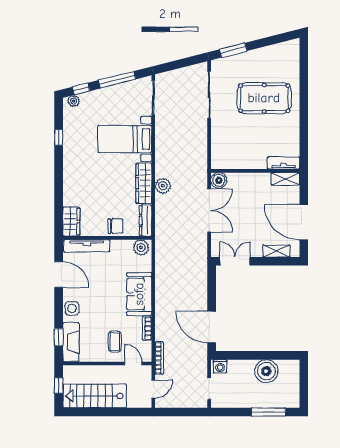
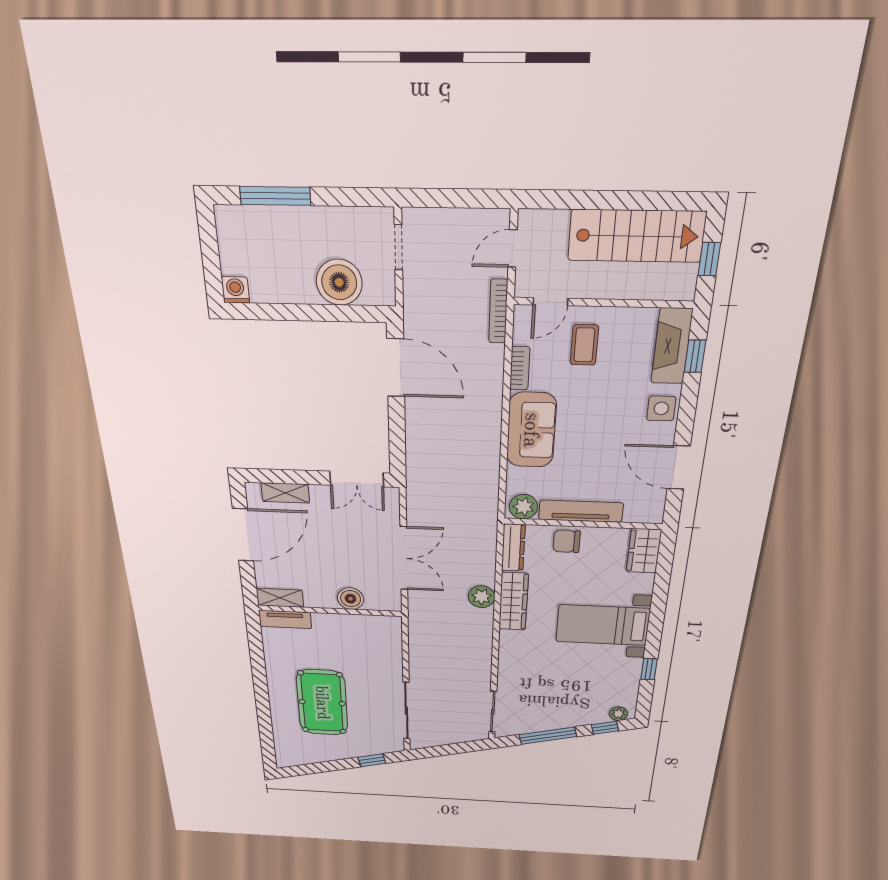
window: (233, 50) -> (372, 760), width x0.67
pool table: (264, 98) -> (322, 703), turned 90
bed with nightstands: (125, 139) -> (603, 625), moved, turned 180
boiler: (219, 180) -> (351, 599), moved
double door: (209, 210) -> (404, 558), swing flipped
door: (304, 222) -> (243, 535), hinge flipped
tv unit: (87, 246) -> (581, 511), moved
door: (133, 363) -> (550, 302), hinge flipped
washing machine: (220, 366) -> (235, 290), moved
boiler: (266, 371) -> (339, 282), moved

